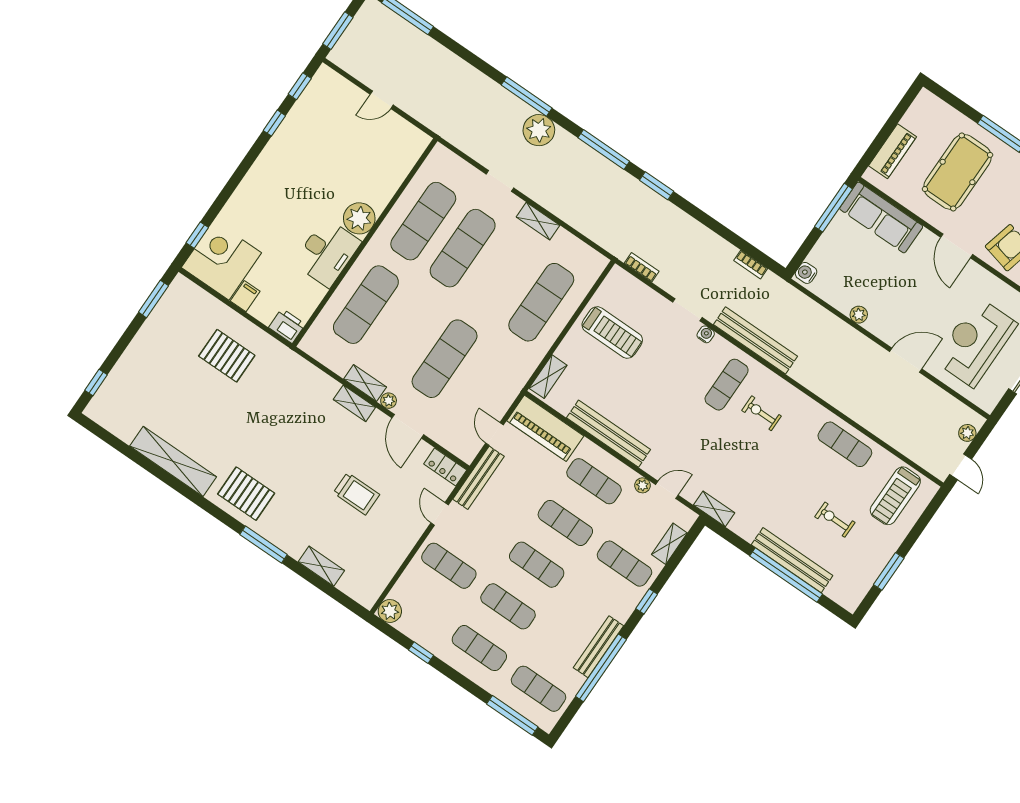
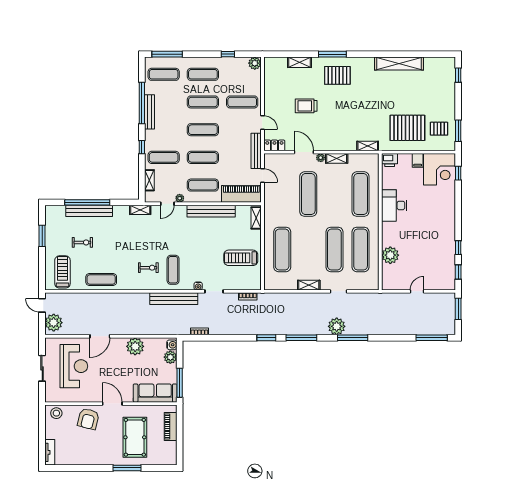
plant: (359, 218) -> (390, 255), moved
plant: (821, 256) -> (170, 357), added
plant: (859, 315) -> (135, 346), width x1.87, depth x1.87
pallet: (180, 322) -> (439, 129), added
pallet: (227, 356) -> (407, 128), width x1.37, depth x1.41
shelving: (354, 403) -> (368, 146), moved
plant: (967, 433) -> (54, 323), width x1.87, depth x1.87
pallet: (246, 494) -> (337, 75), moved

